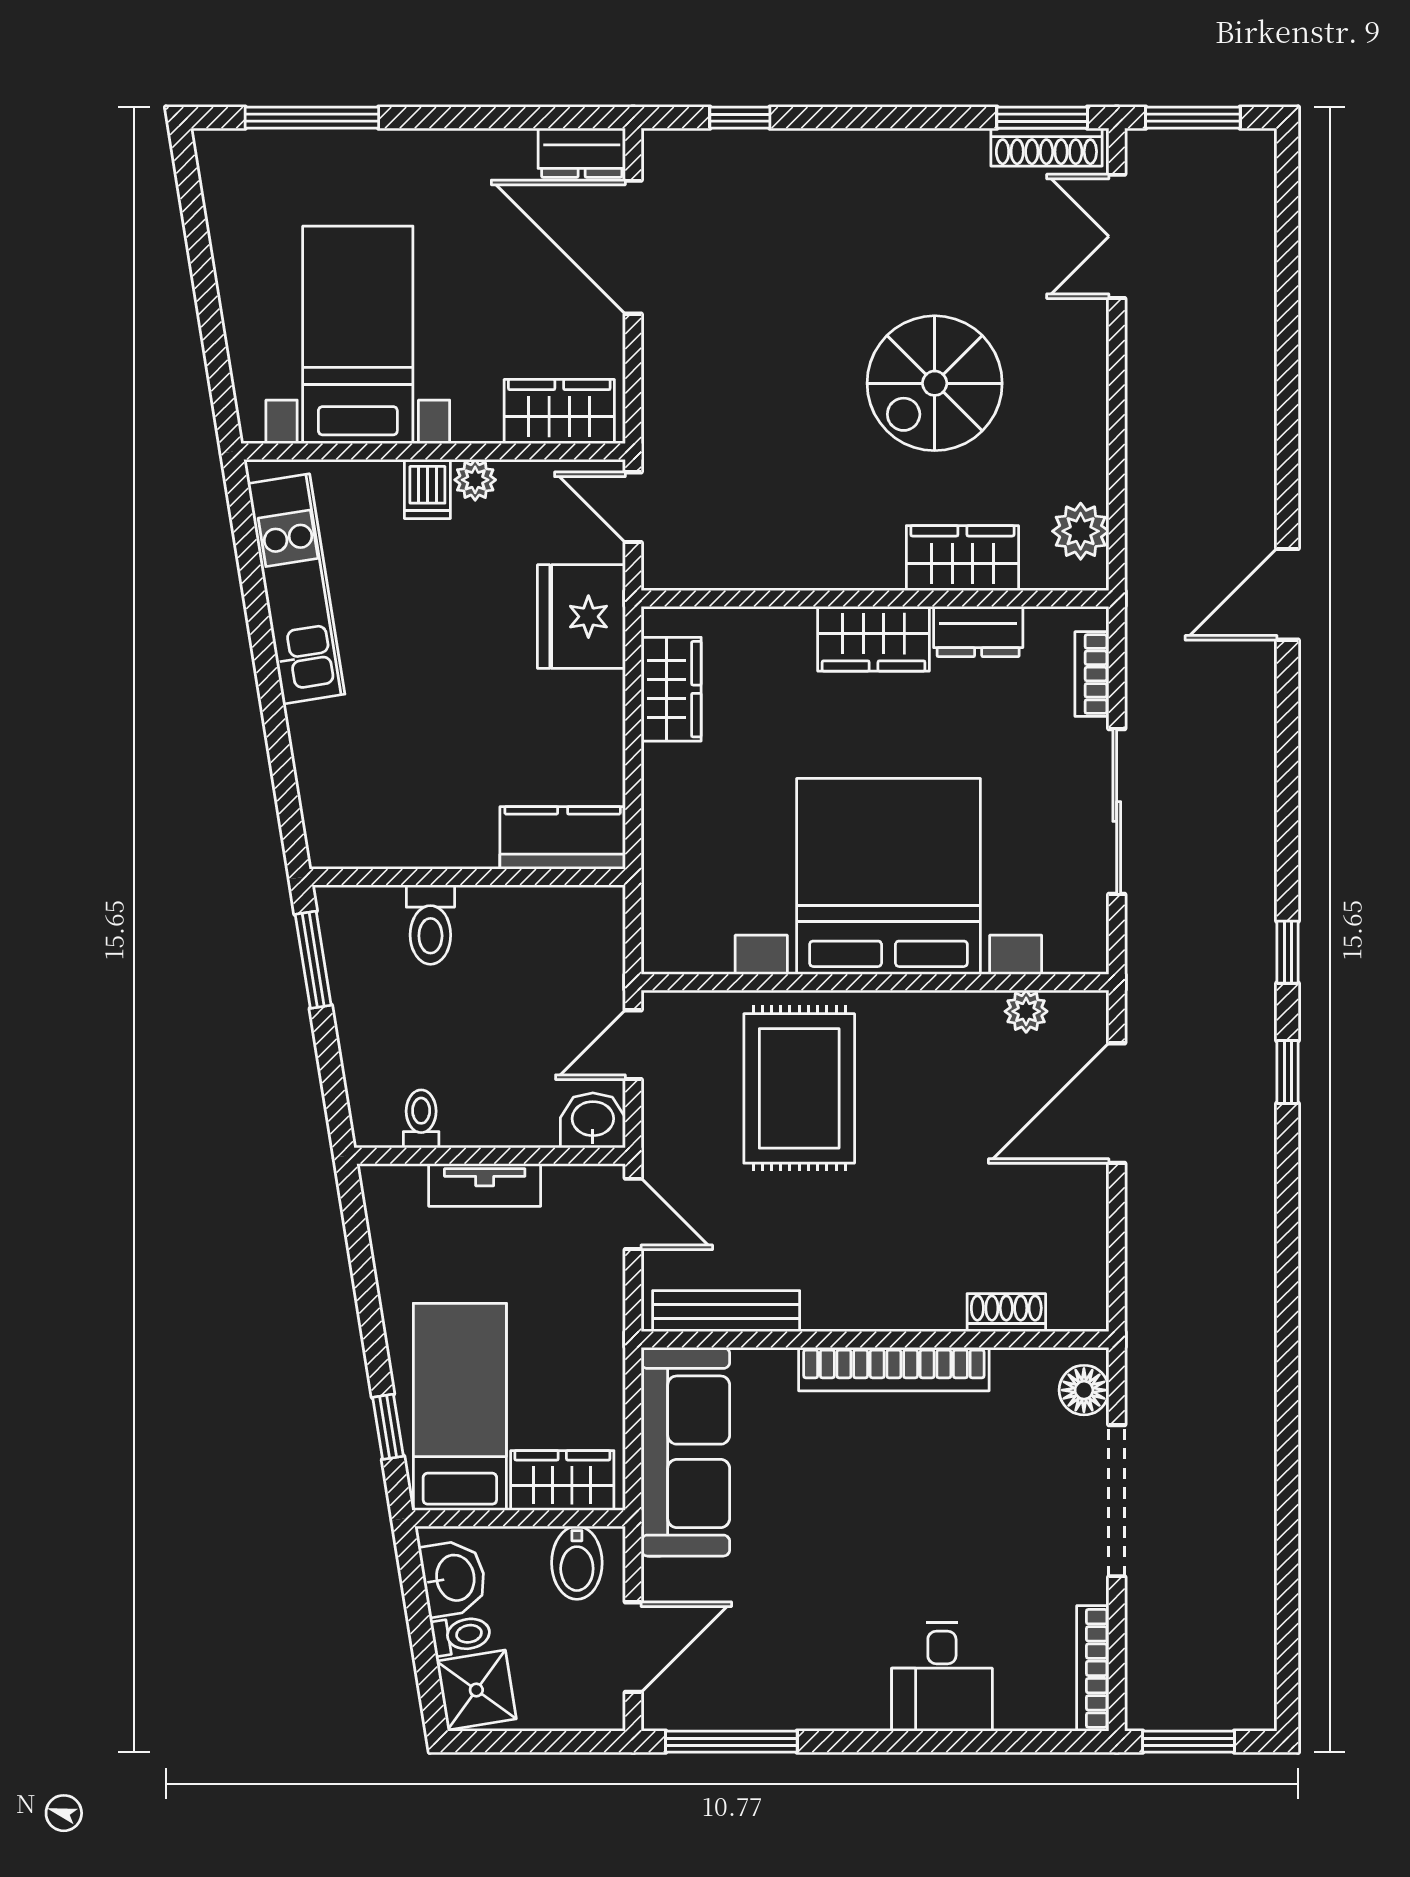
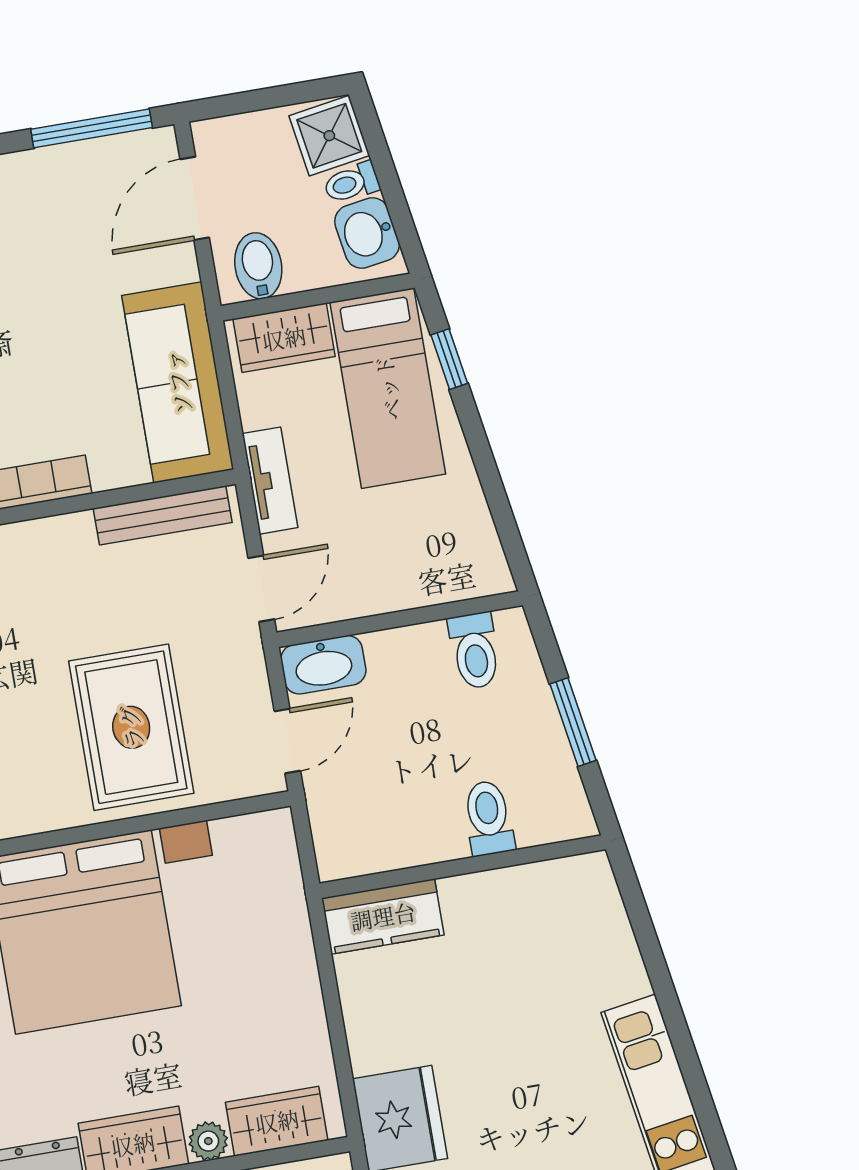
plant: (792, 628) -> (208, 1141), added
wardrobe: (671, 689) -> (277, 1121), moved, turned 90
window: (313, 960) -> (573, 722), moved
toilet: (421, 1119) -> (475, 651), width x1.37, depth x1.39
washbasin: (593, 1120) -> (323, 665), width x1.38
tv unit: (485, 1185) -> (270, 481), moved, turned 90
door: (633, 1214) -> (261, 589), swing flipped

